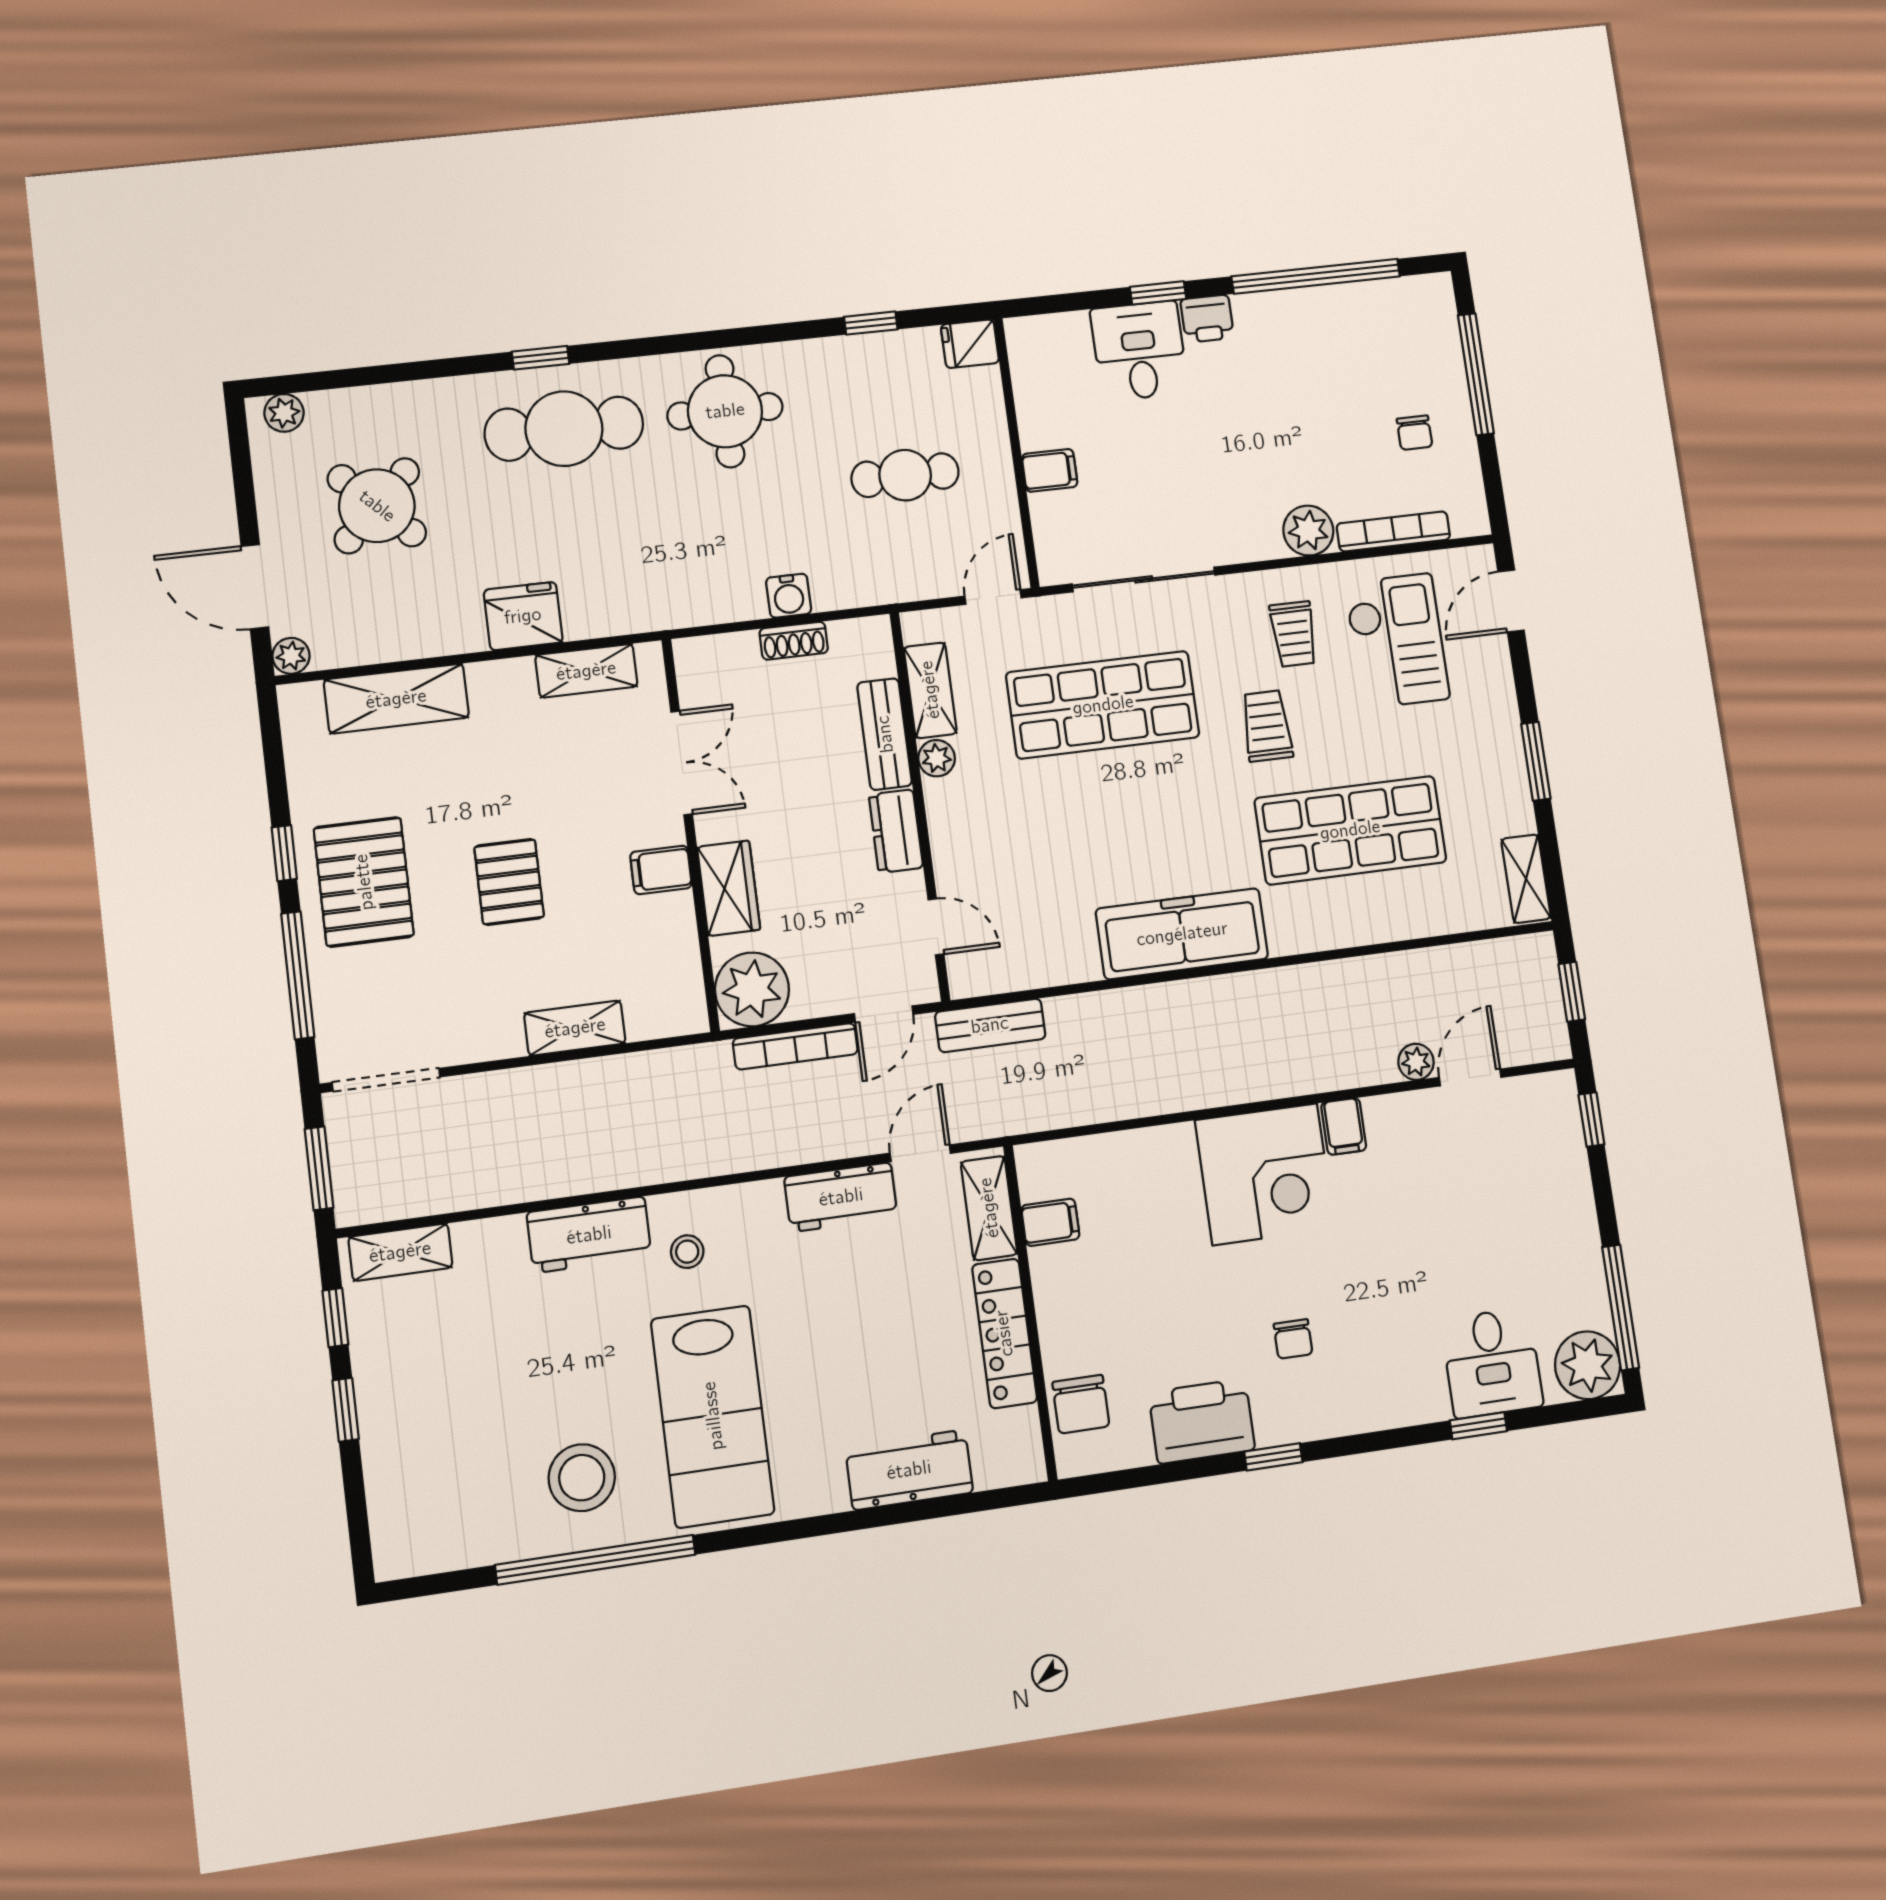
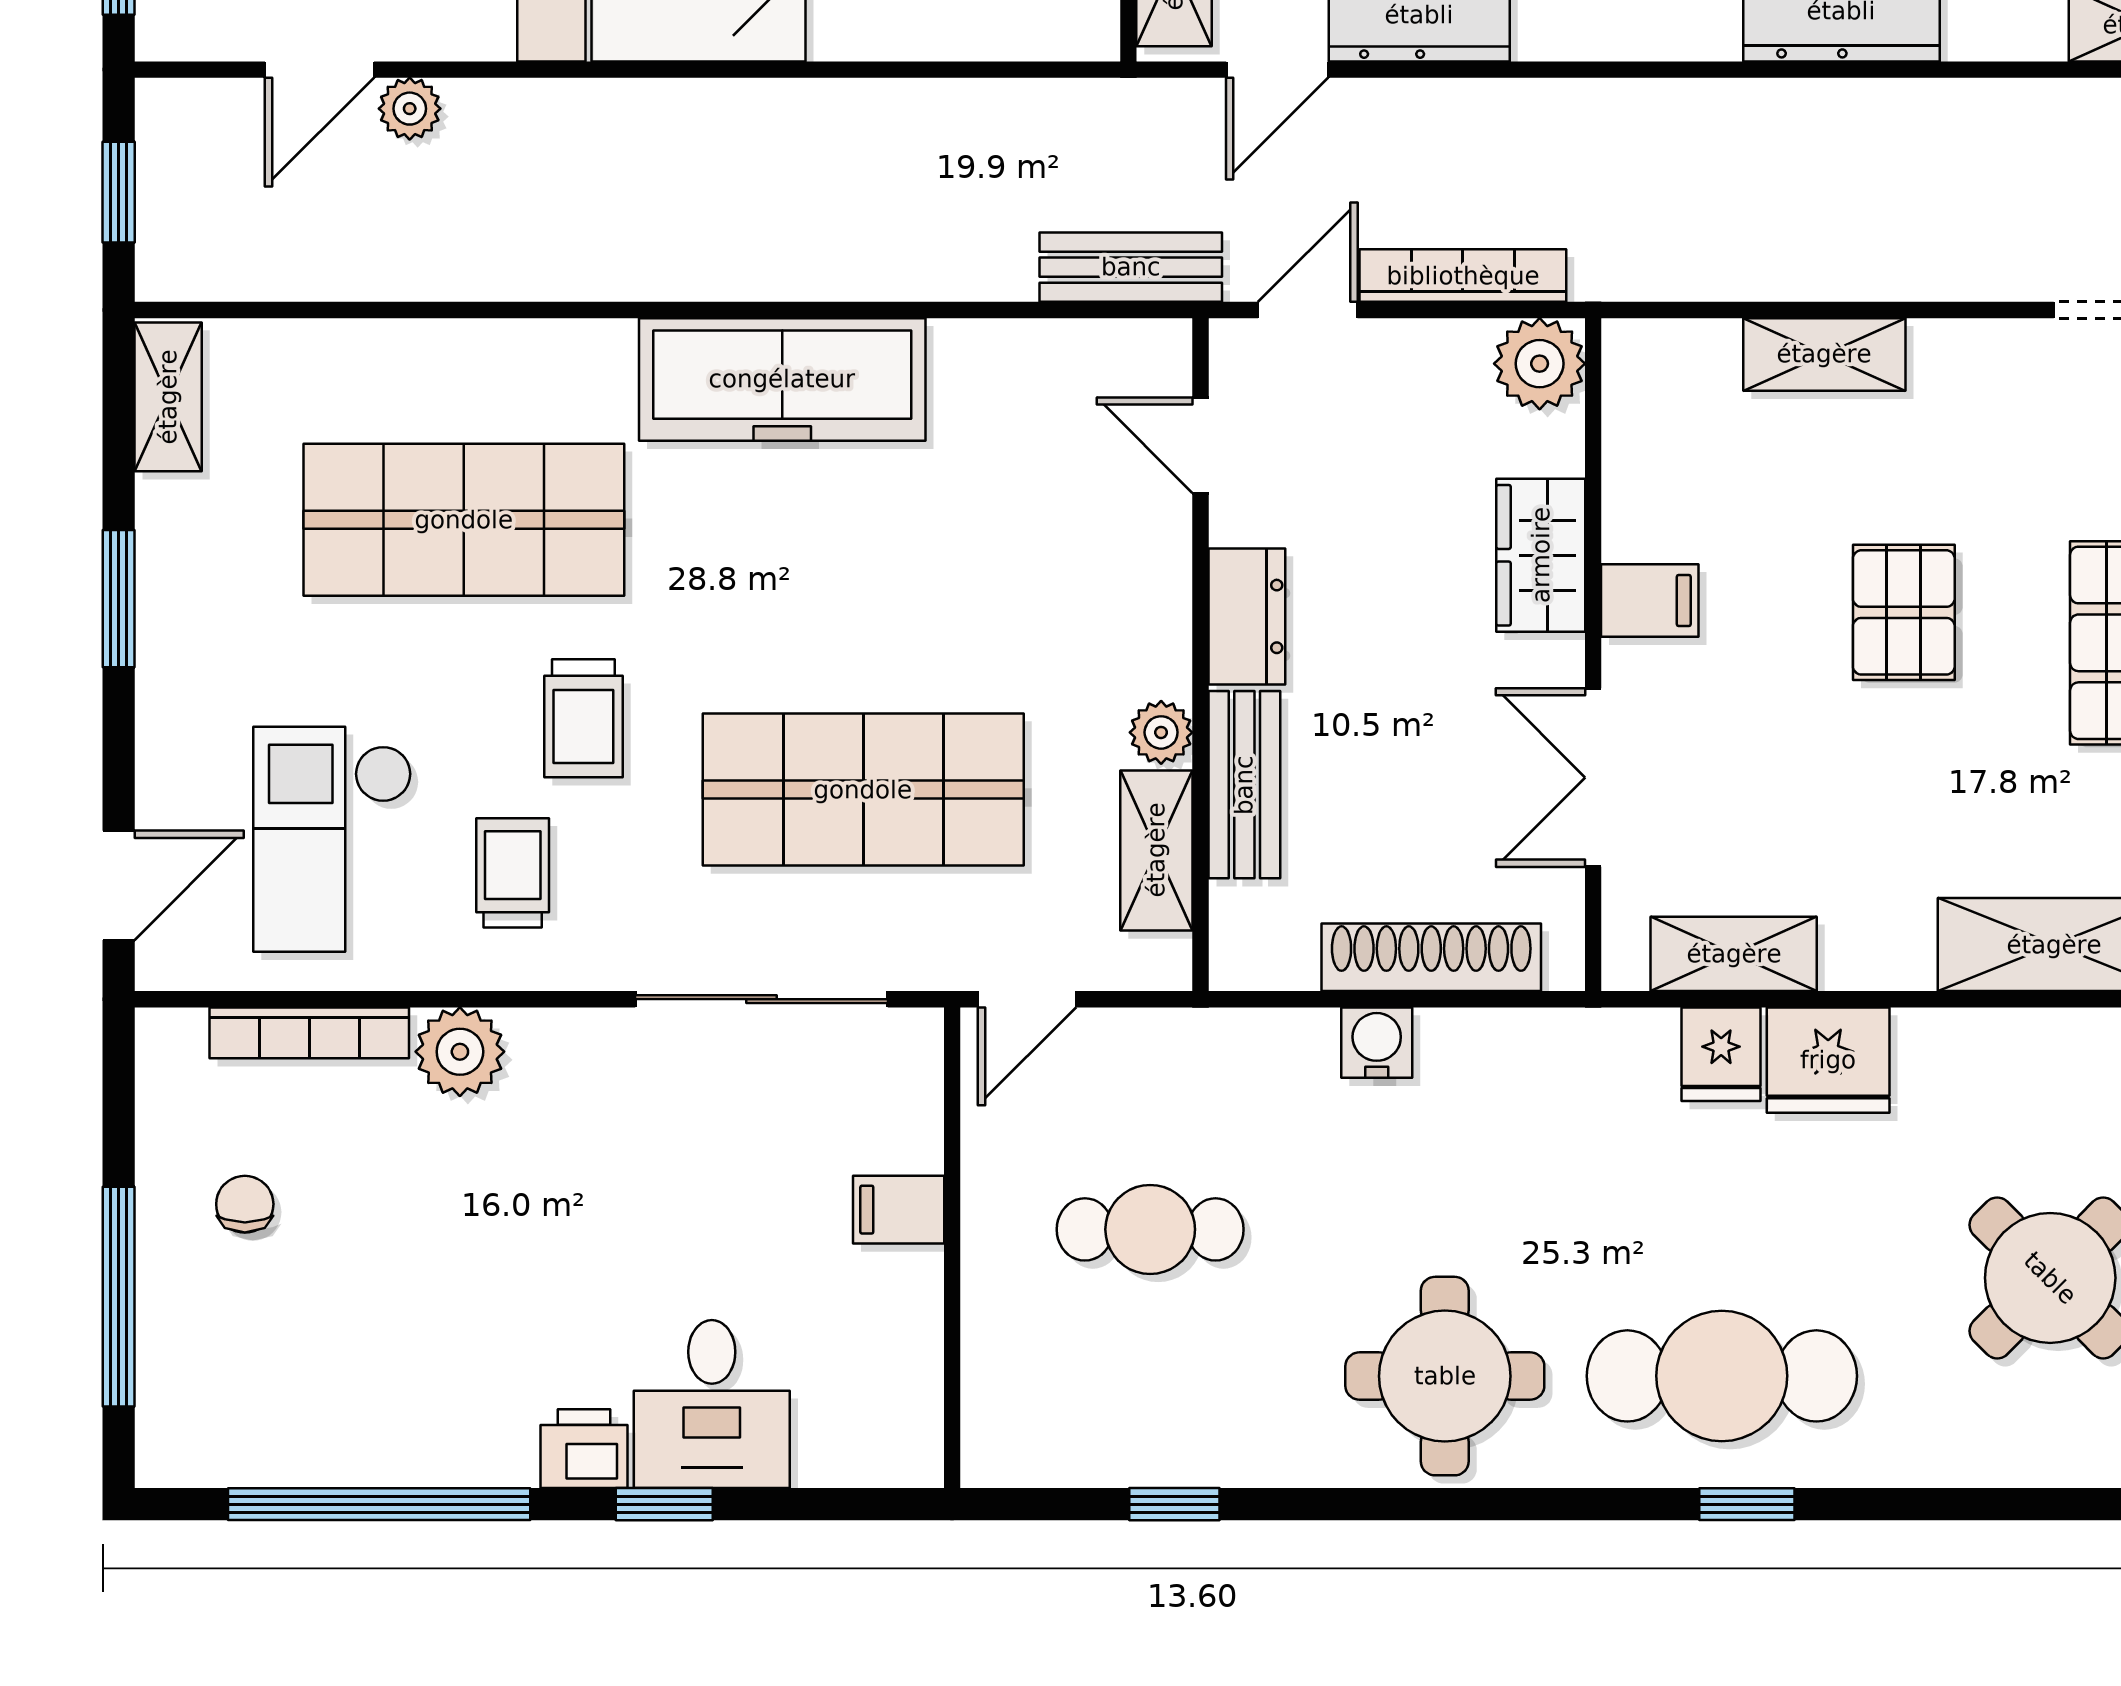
fridge: (970, 344) -> (1721, 1054), moved, turned 90
shoe rack: (794, 641) -> (1431, 957), width x1.94, depth x1.24
plant: (752, 989) -> (1540, 364), width x0.73, depth x0.73

